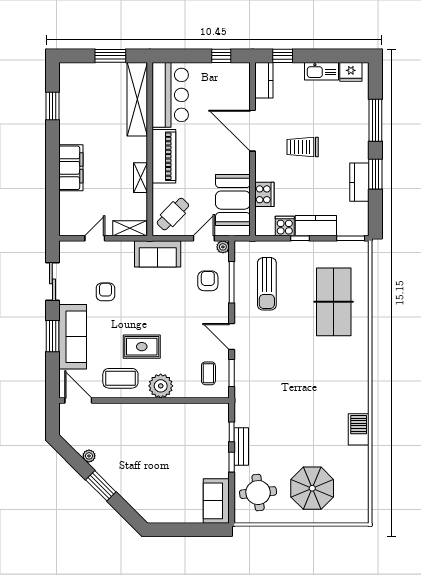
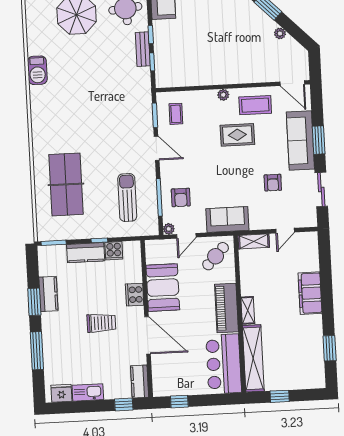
window: (110, 56) -> (280, 396), width x0.67
shelving: (140, 178) -> (248, 310), moved
cooker: (264, 194) -> (135, 295), moved
booth: (233, 200) -> (163, 288), moved
plant: (161, 386) -> (223, 95), width x0.53, depth x0.53

